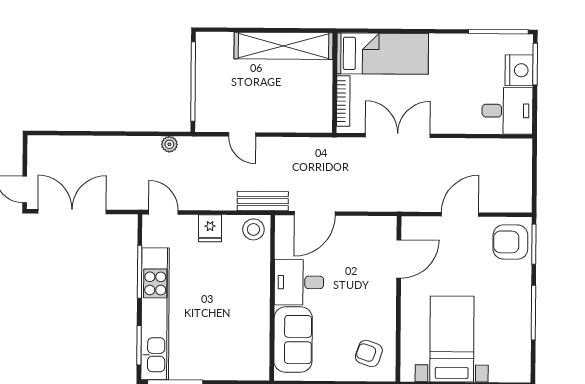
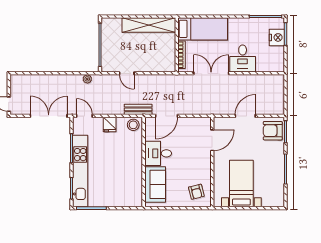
desk: (507, 111) -> (243, 58), moved, turned 90
double door: (72, 212) -> (49, 116), moved
armchair: (369, 354) -> (196, 192), turned -123

